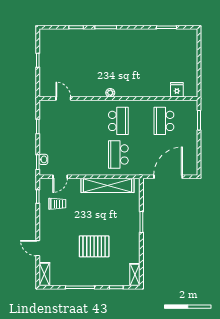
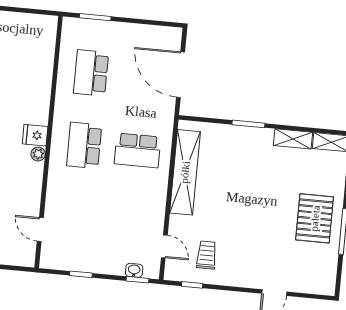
fridge: (177, 90) -> (35, 135), moved
door: (63, 99) -> (40, 230), hinge flipped
school desk: (118, 121) -> (84, 145), turned -90
school desk: (164, 121) -> (91, 73), turned 90
pallet: (94, 246) -> (315, 218), moved
shelving: (44, 274) -> (293, 139), moved

